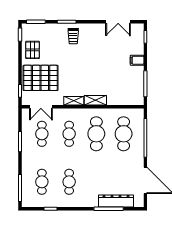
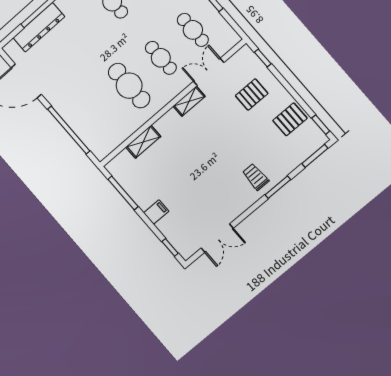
double door: (118, 22) -> (217, 238), swing flipped
pallet: (33, 50) -> (290, 119), turned 90
pallet: (41, 78) -> (252, 95), width x0.49, depth x0.50
shelving: (95, 100) -> (143, 142), moved
double door: (41, 107) -> (209, 72), moved
cafe table: (124, 134) -> (98, 113), removed

